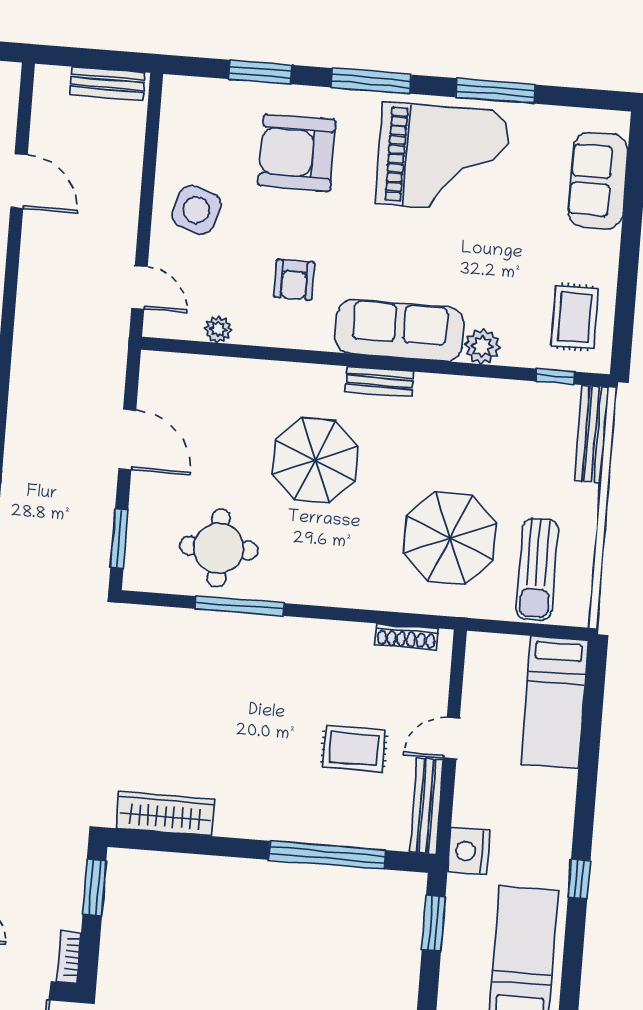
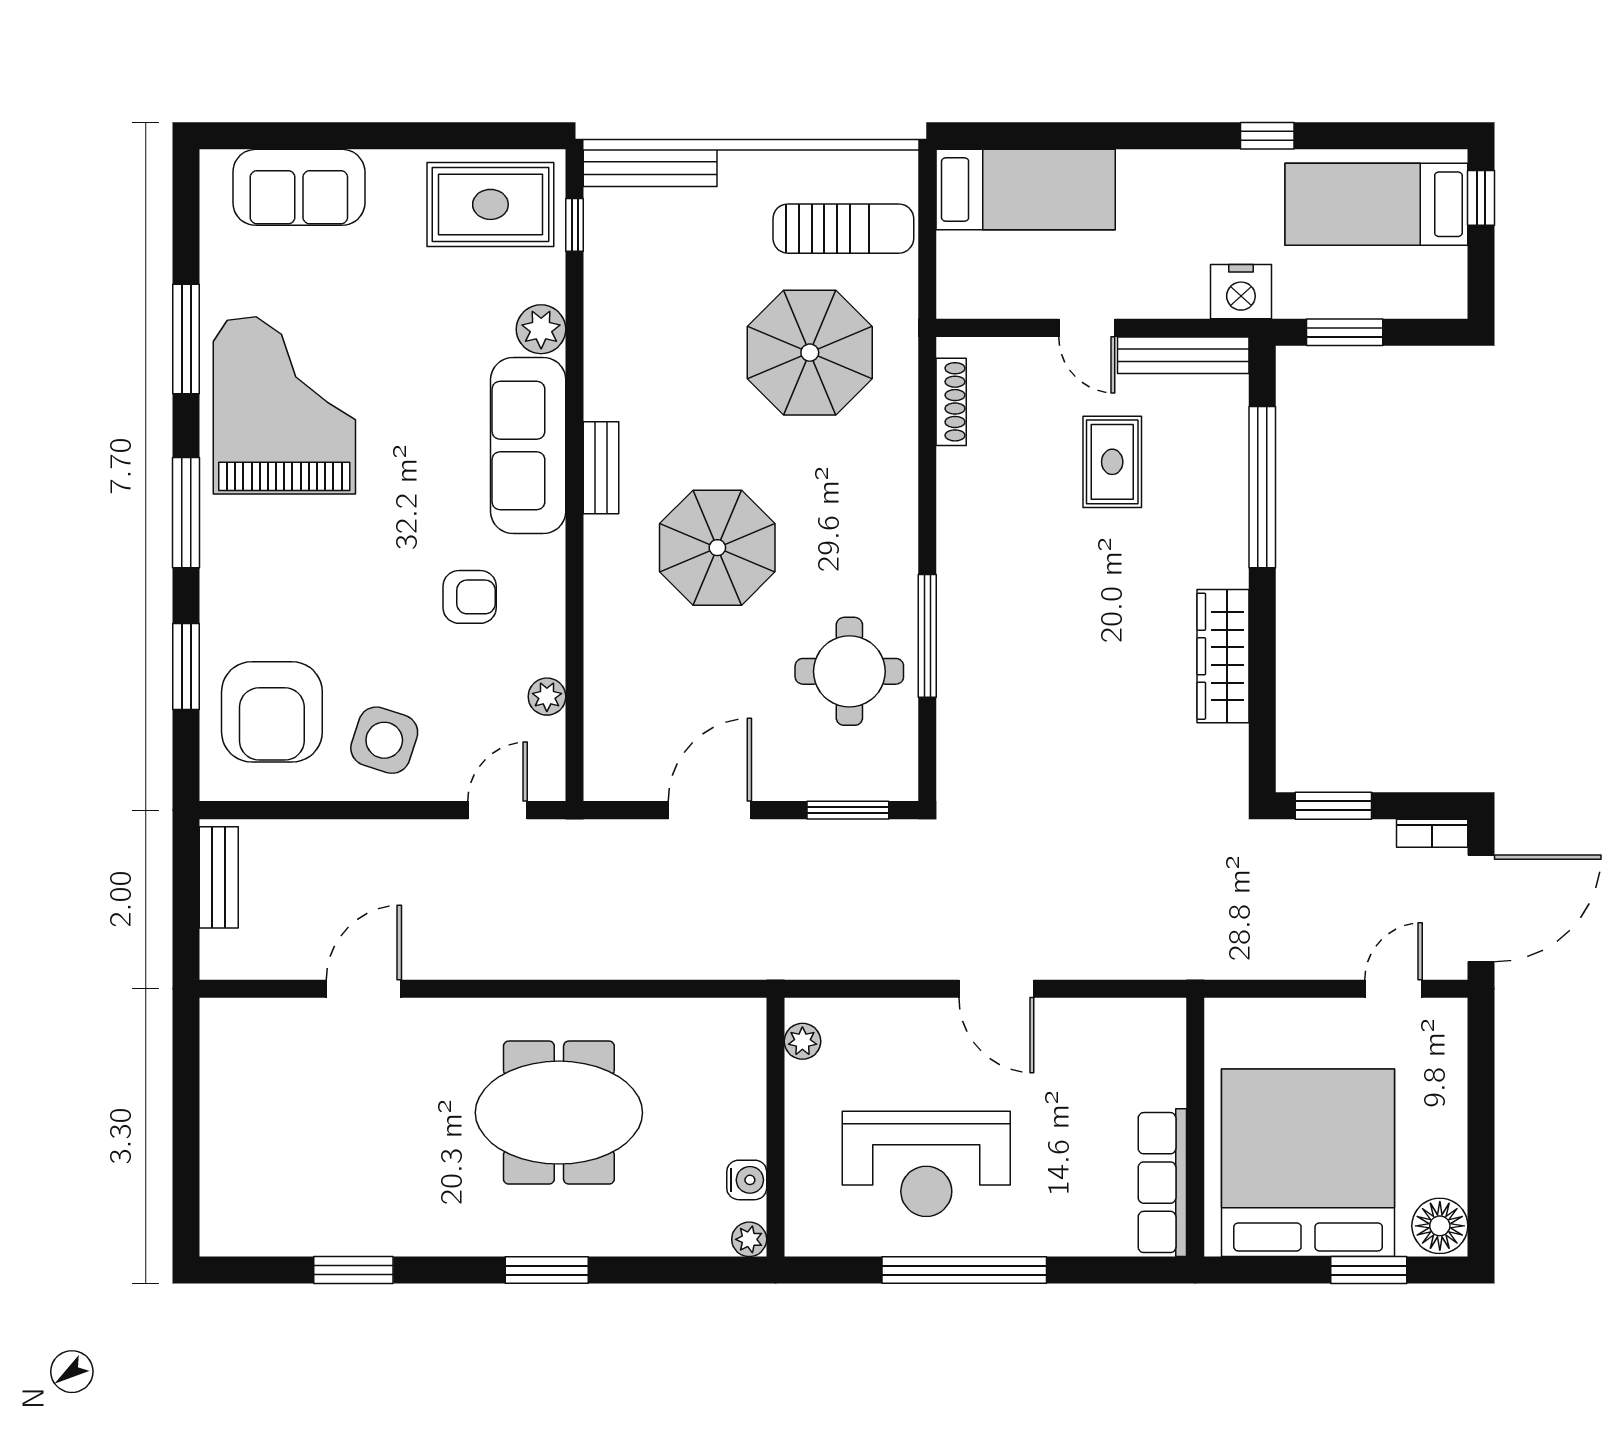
armchair: (297, 153) -> (272, 712), moved
rug: (575, 317) -> (490, 204), width x1.36, depth x1.43
wardrobe: (165, 814) -> (1223, 656), moved

